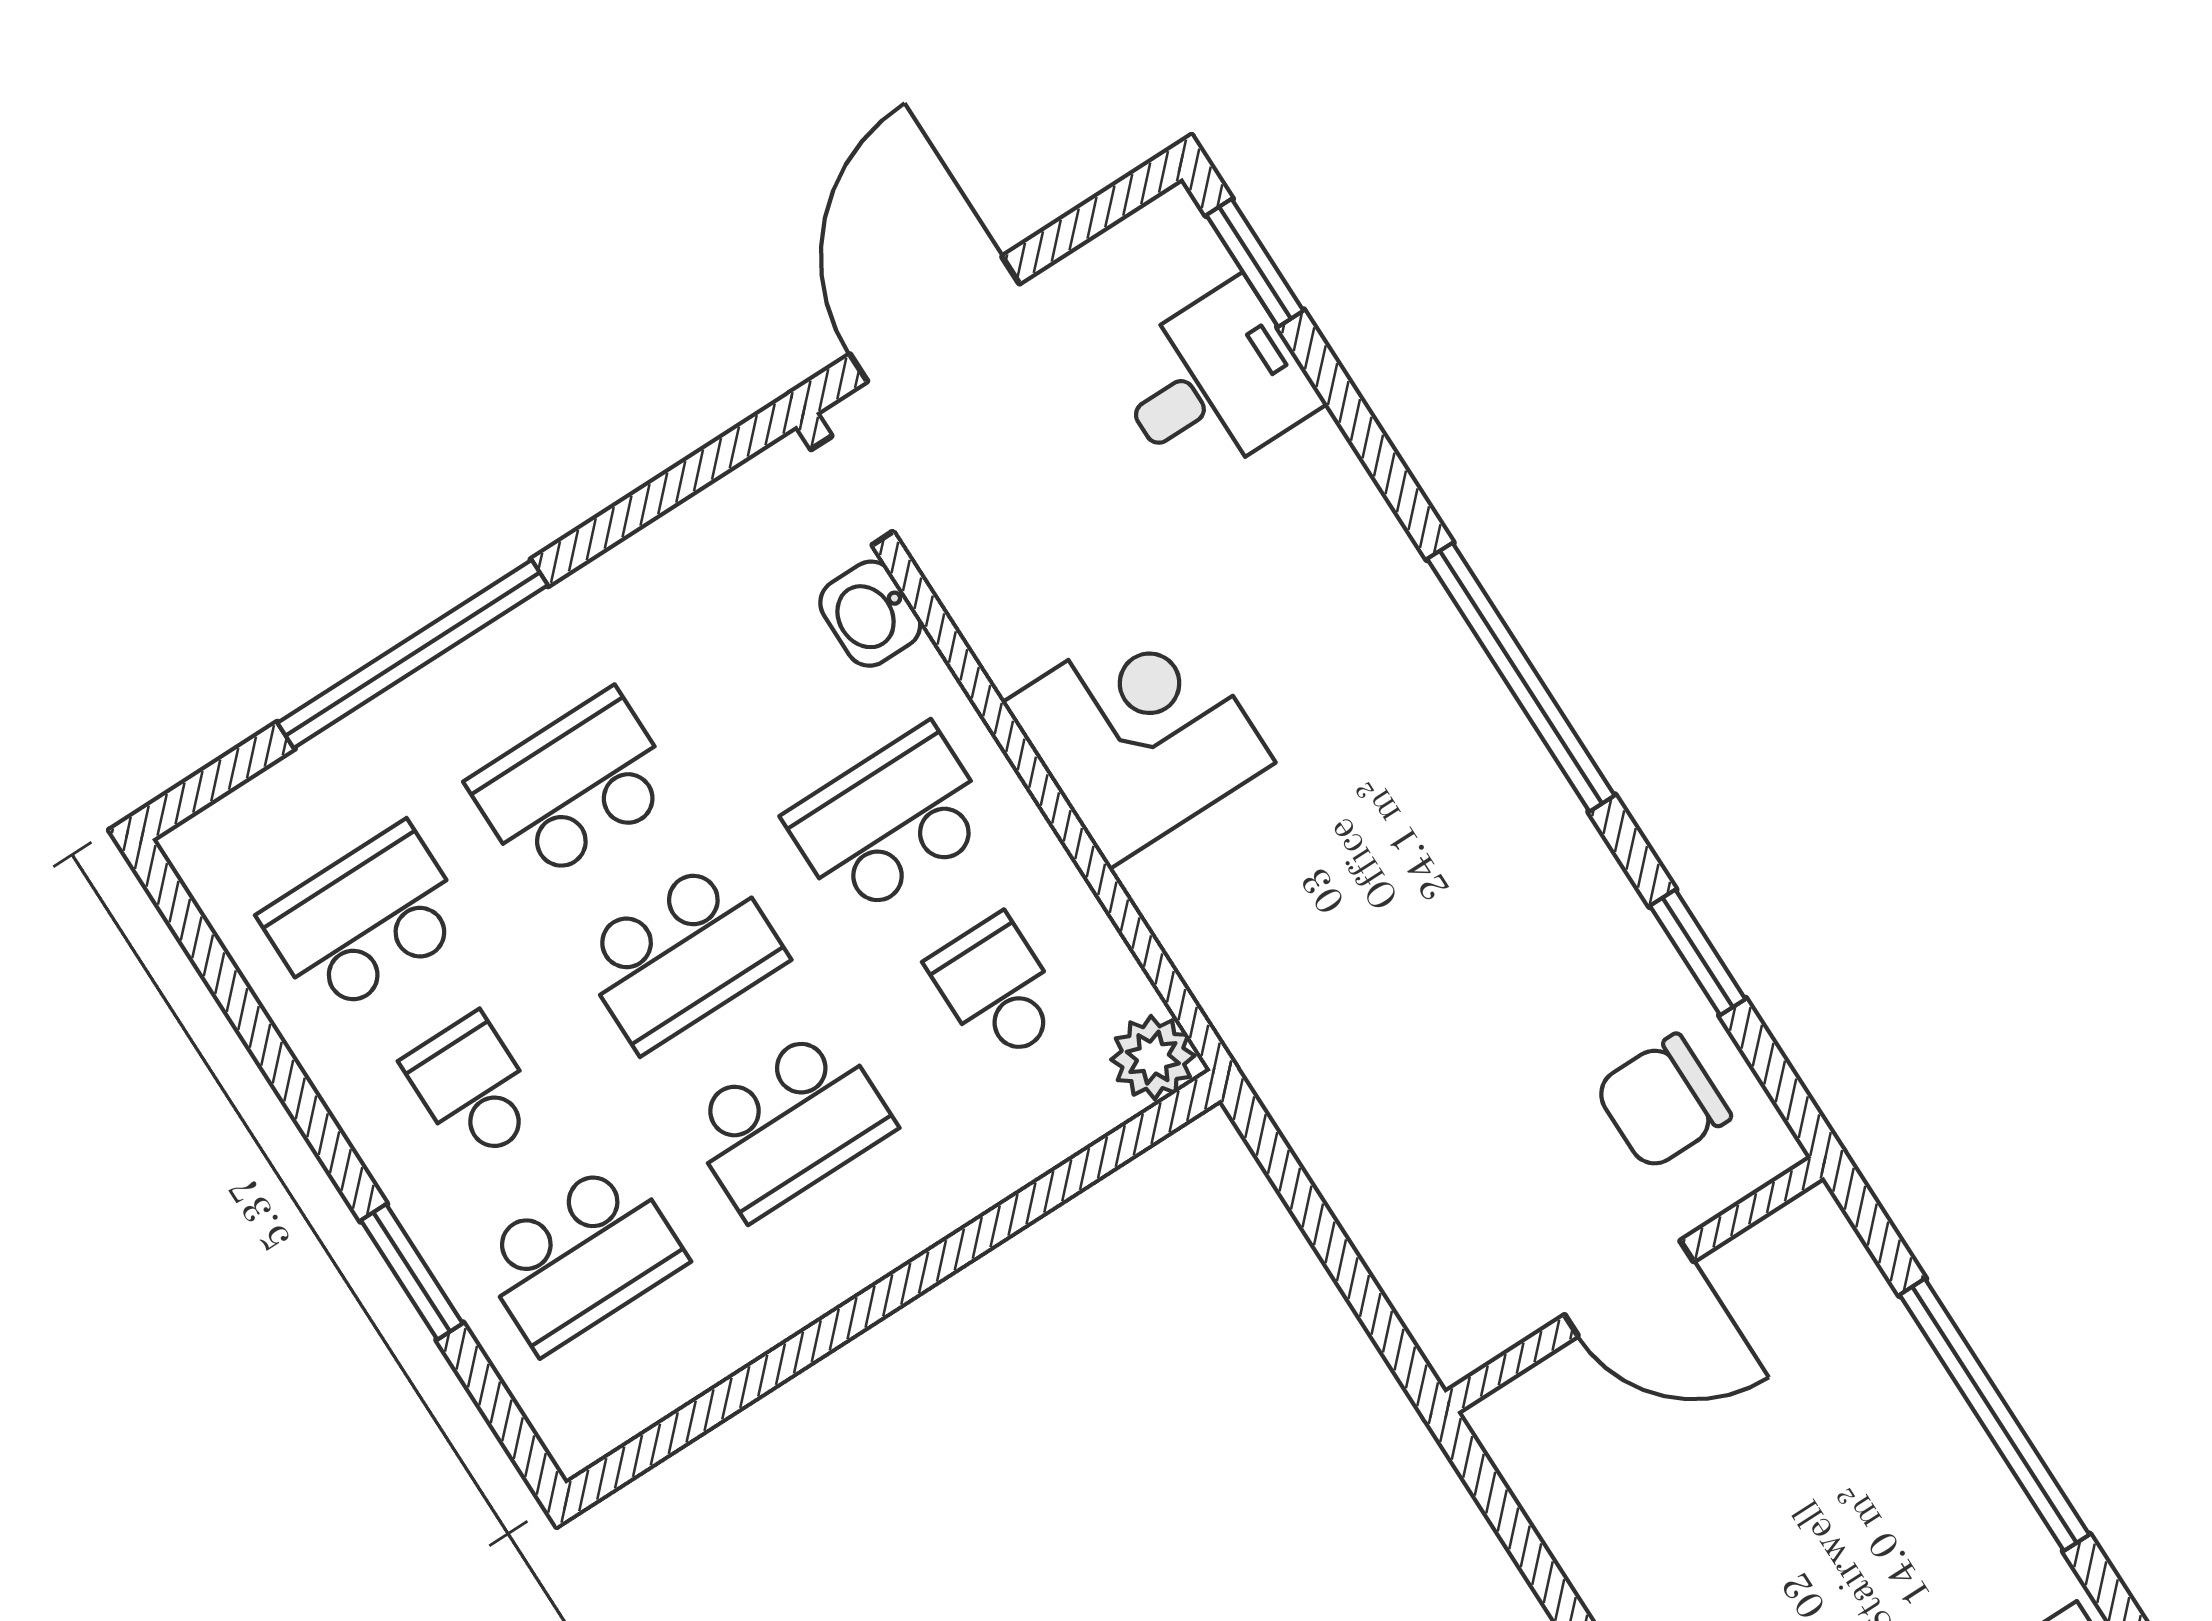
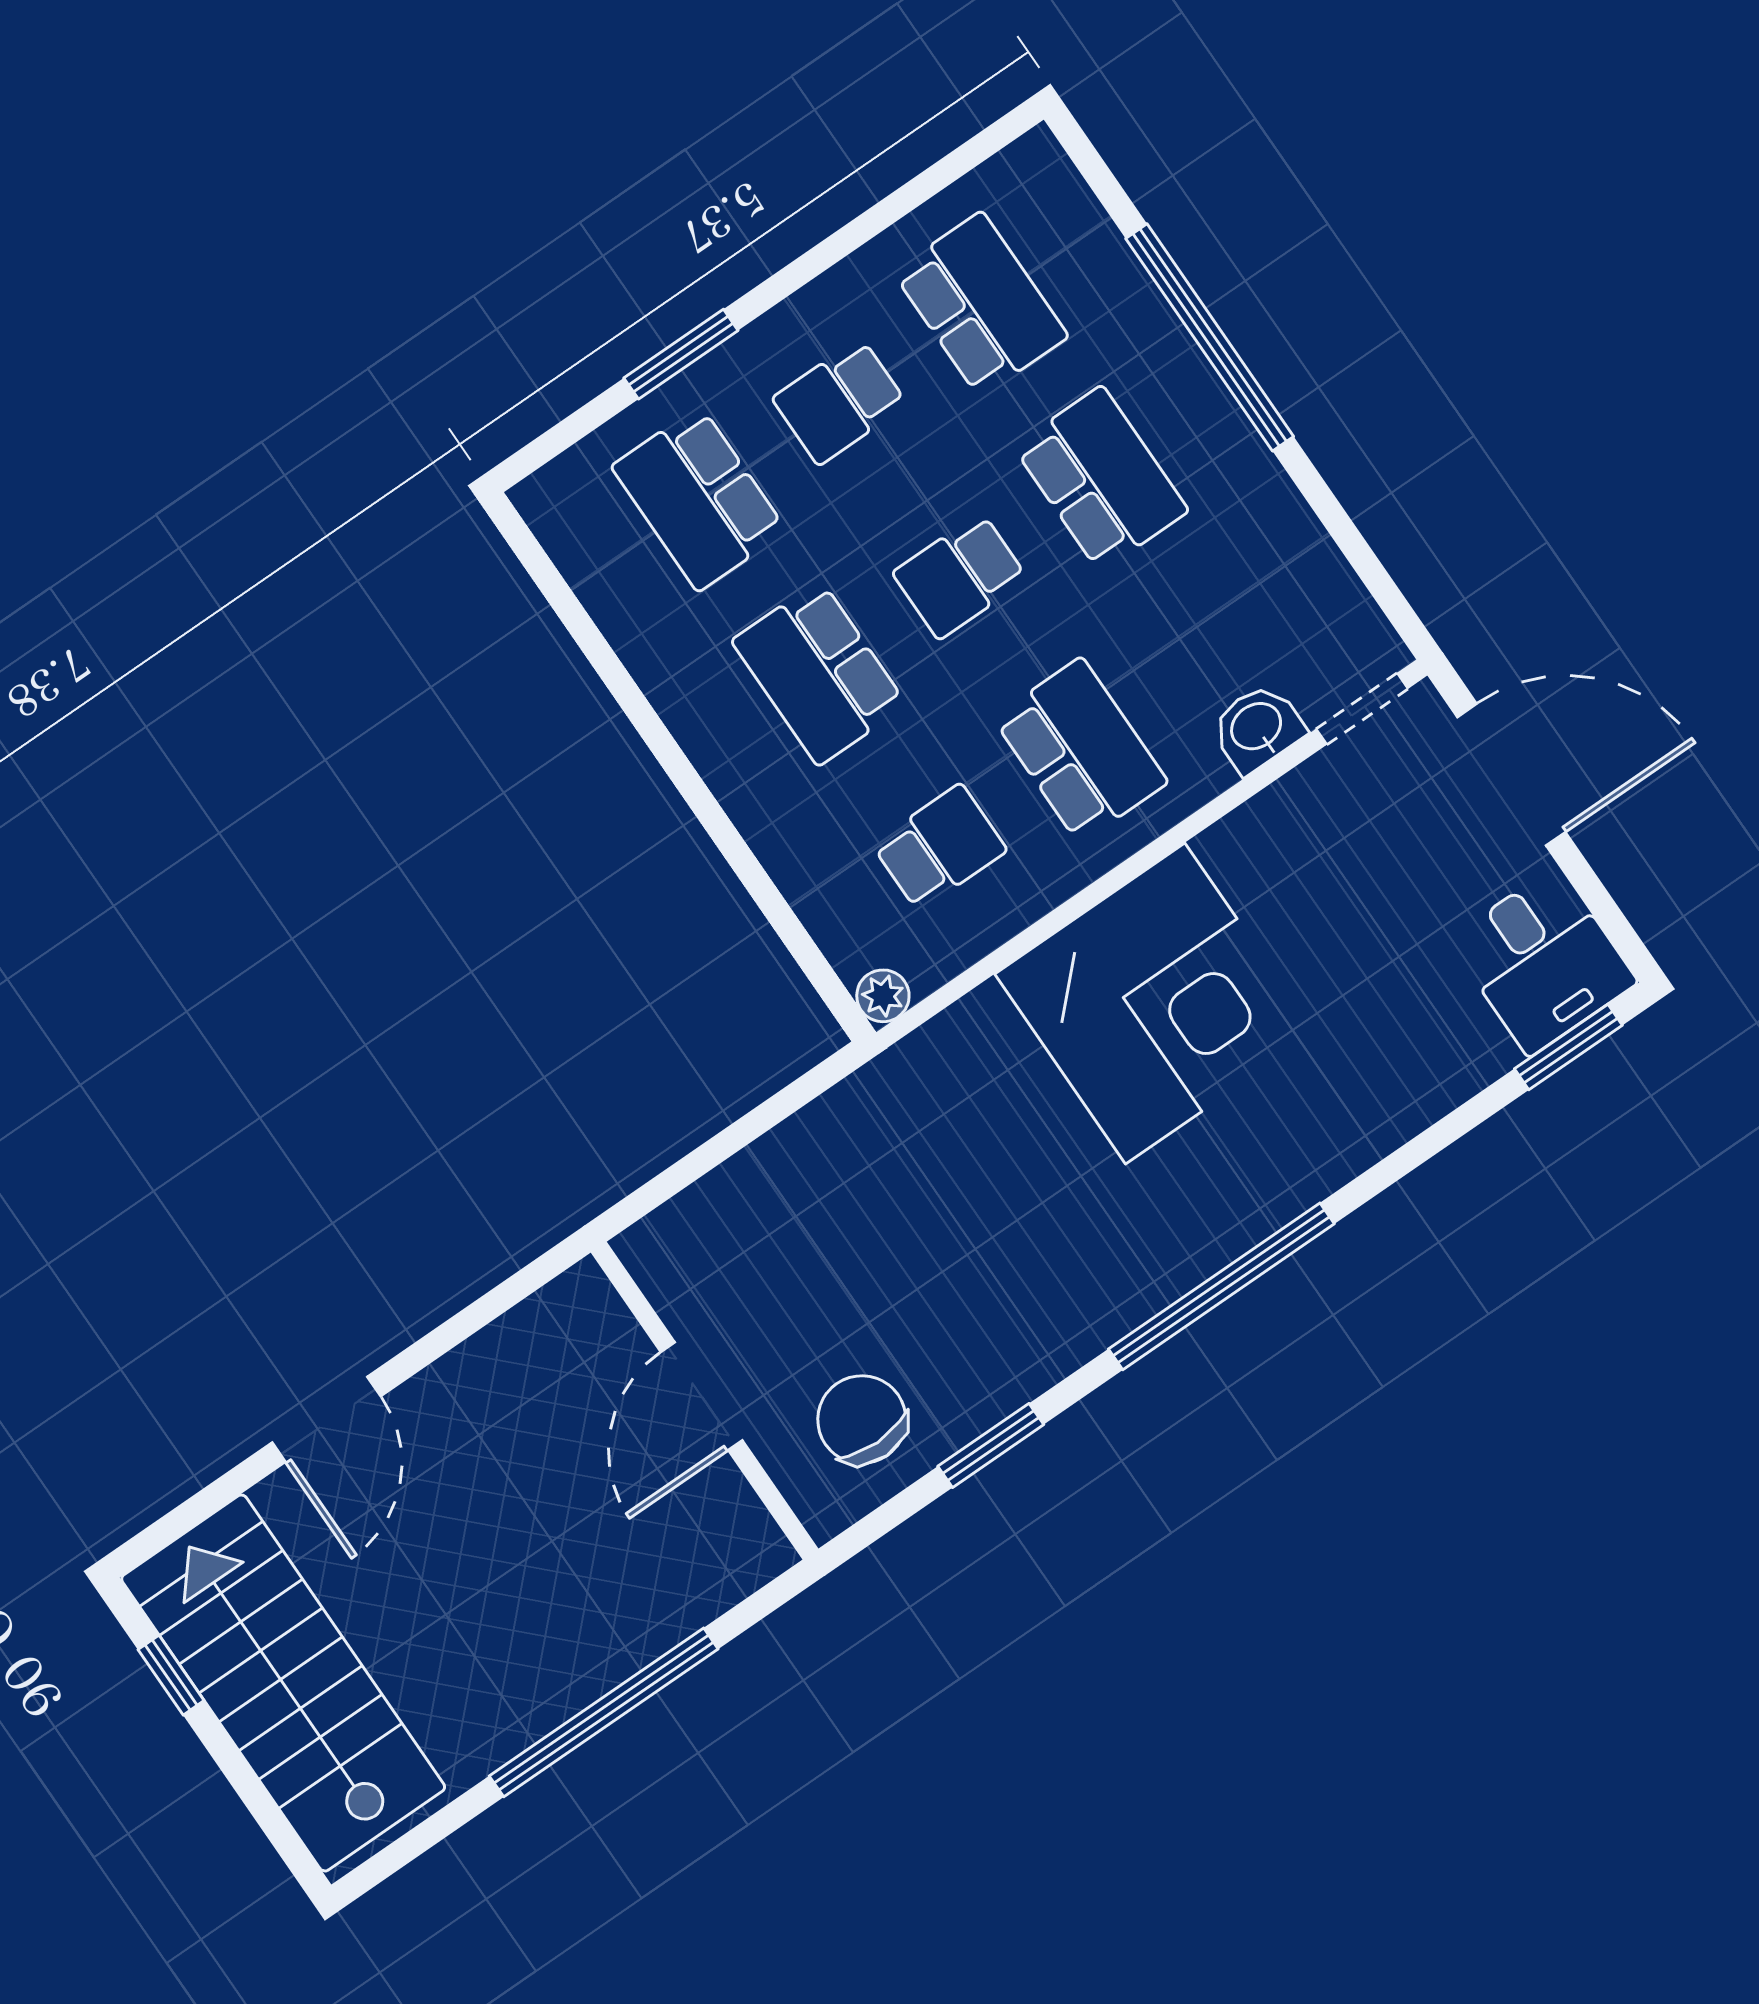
desk: (1214, 384) -> (1543, 961), moved
corner desk: (1139, 733) -> (1155, 1003), width x1.36, depth x1.36
school desk: (681, 955) -> (960, 576), width x0.54
plant: (1153, 1058) -> (883, 996), width x0.73, depth x0.73
school desk: (473, 1088) -> (840, 401), turned 180

